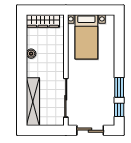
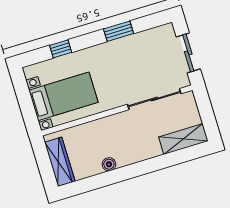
shelving: (33, 102) -> (183, 139), width x0.68
window: (119, 110) -> (61, 49), moved

